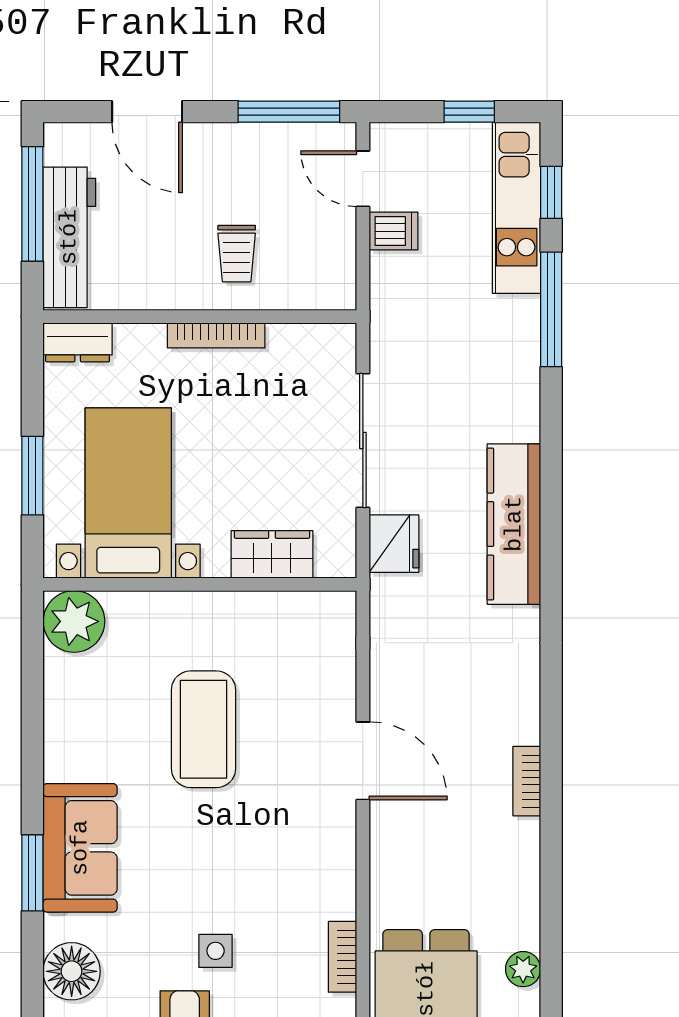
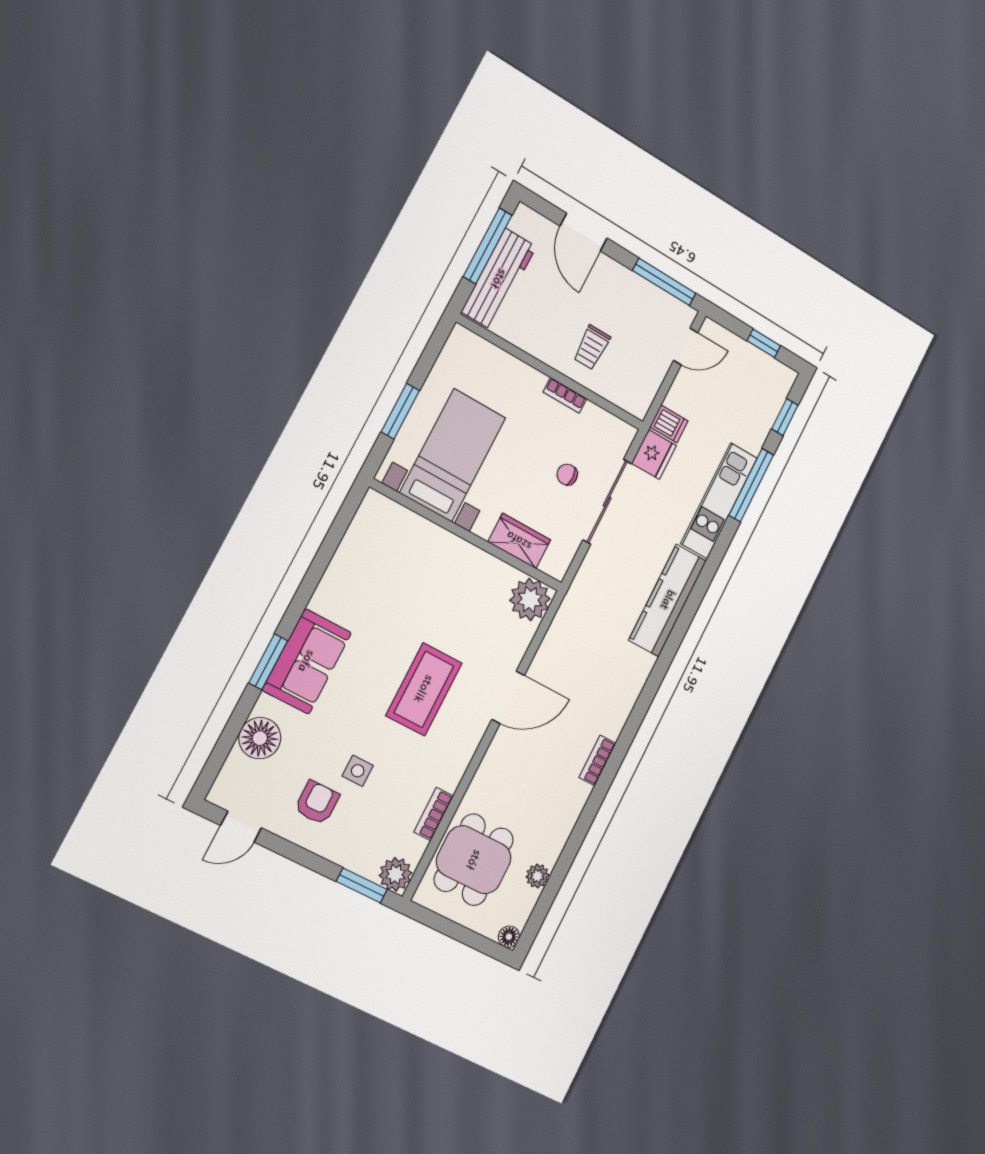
door: (363, 179) -> (686, 346), swing flipped
kitchen unit: (517, 208) -> (719, 501), moved
dishwasher: (394, 231) -> (669, 424), moved
bookcase: (216, 335) -> (565, 395), width x0.64
dresser: (78, 342) -> (471, 346), removed
chair: (291, 435) -> (567, 475), added
fridge: (394, 544) -> (654, 454), moved
plant: (74, 621) -> (530, 599), moved
coffee table: (204, 729) -> (424, 689), moved
door: (363, 761) -> (508, 697), hinge flipped

